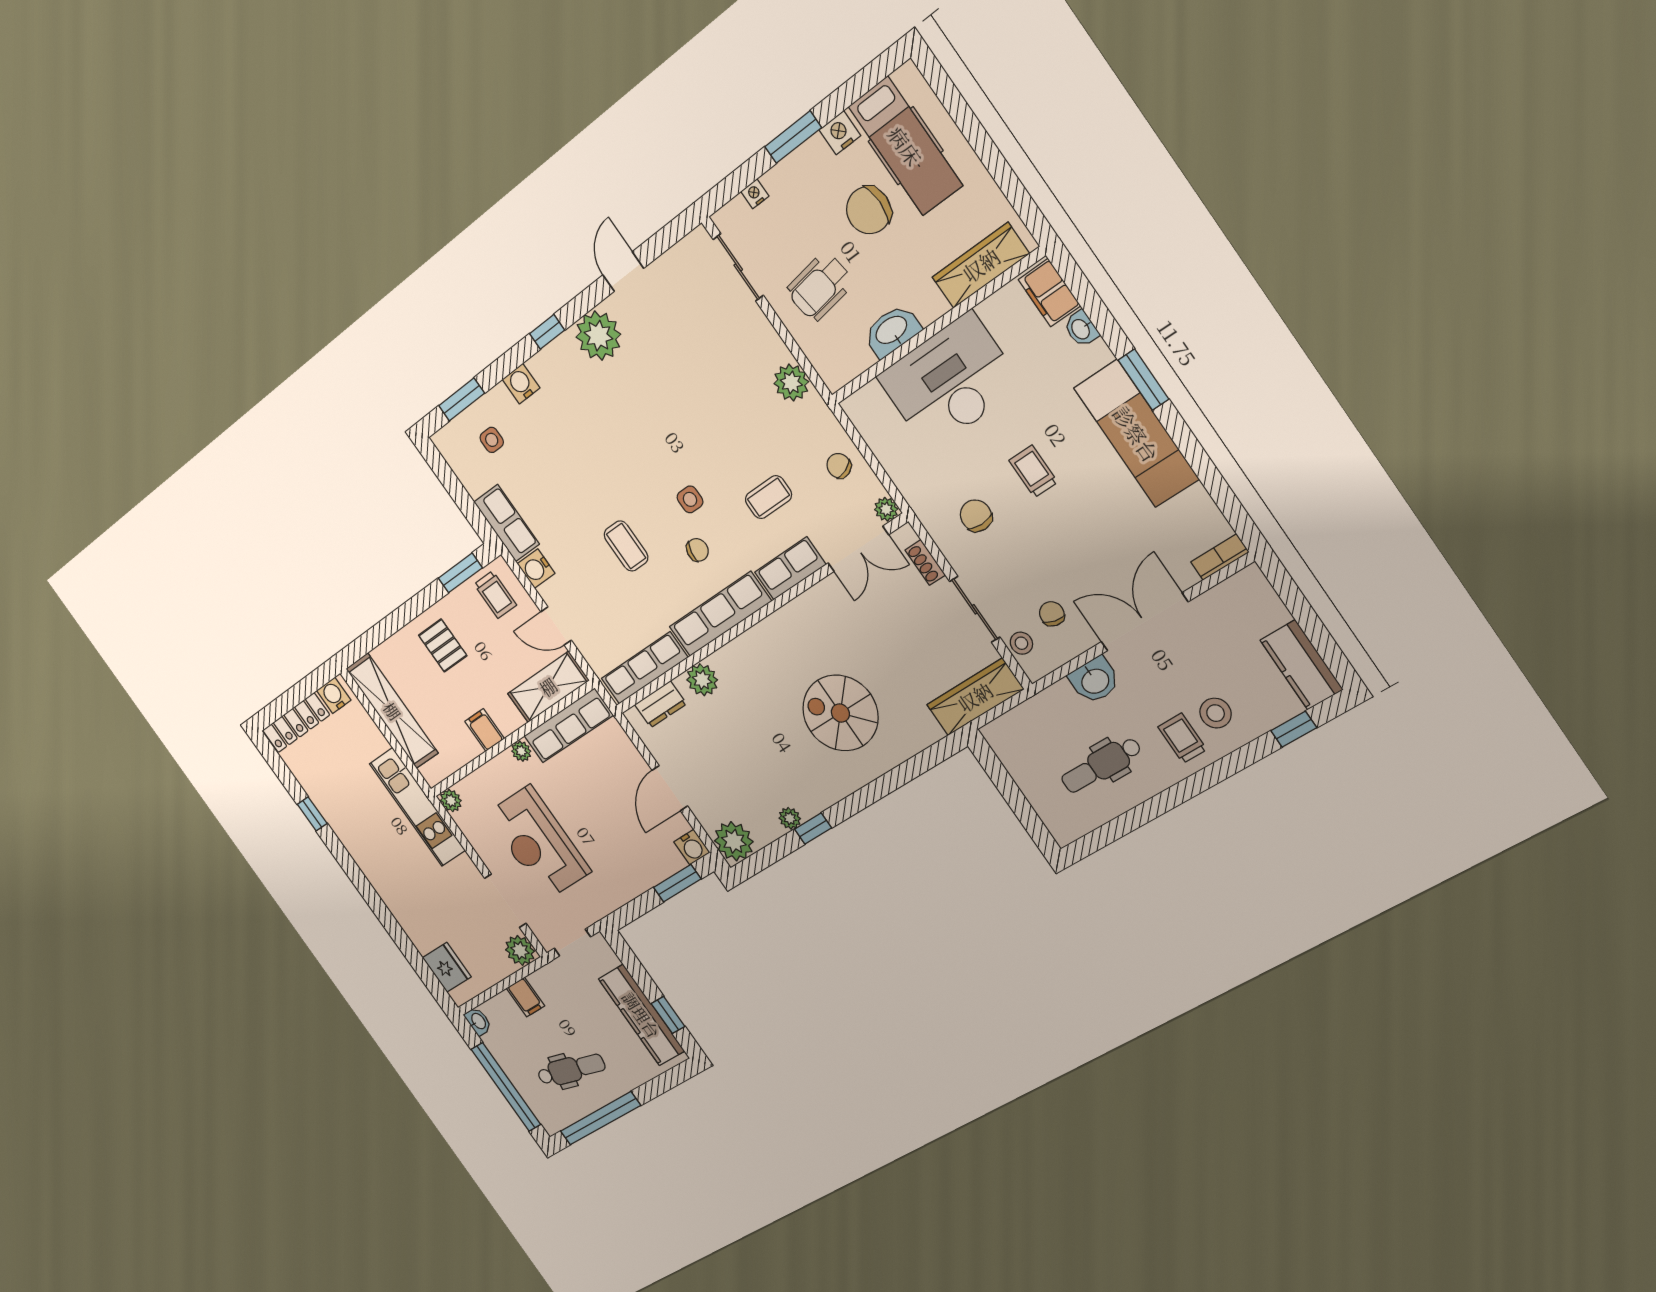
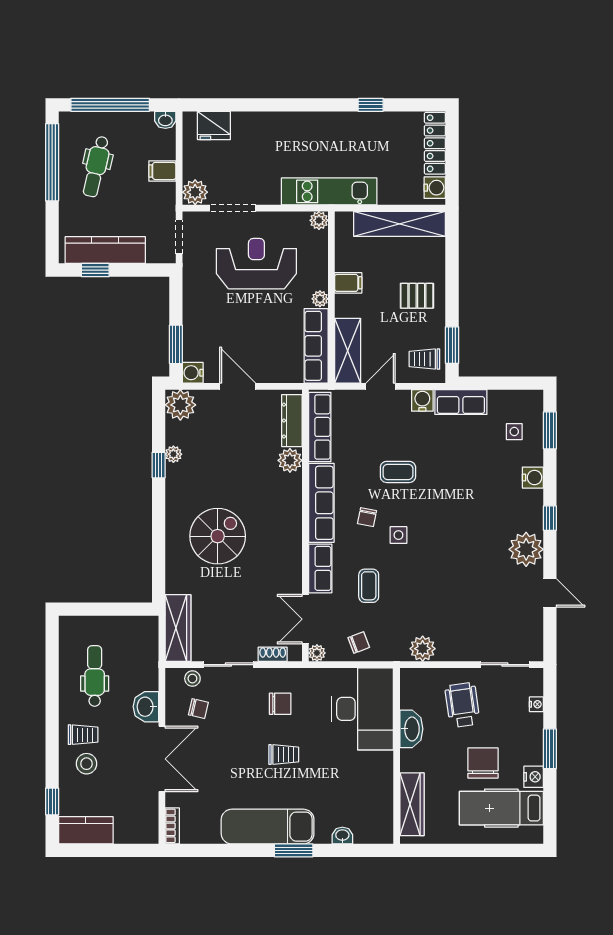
filing cabinet: (1049, 293) -> (373, 832), removed
desk: (950, 382) -> (363, 709), moved
dresser: (661, 704) -> (292, 421), width x1.44

